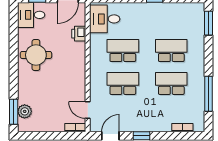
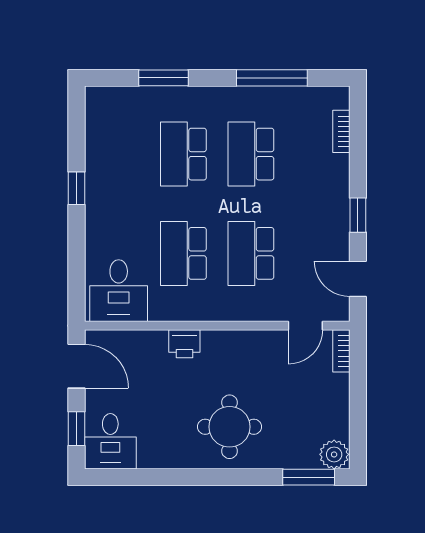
window: (209, 23) -> (163, 78), moved
printer: (79, 34) -> (184, 344), moved
round table: (36, 55) -> (230, 427), moved
plant: (25, 111) -> (334, 454), moved

